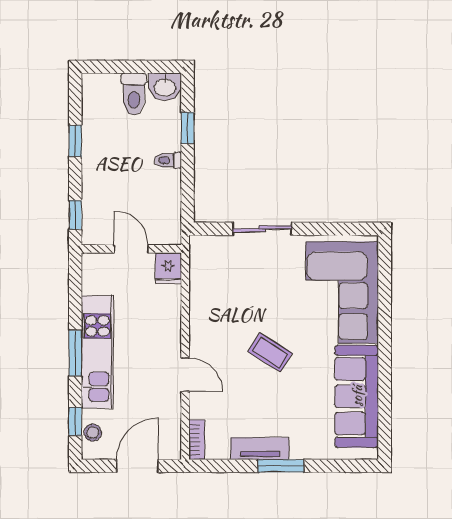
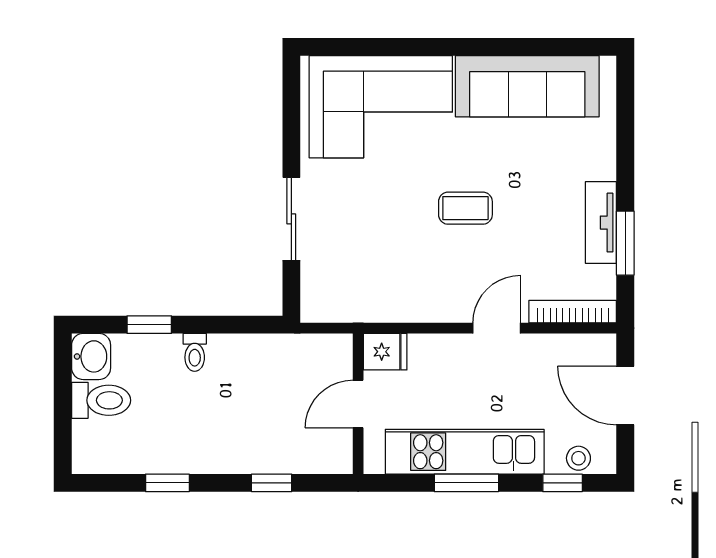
door: (131, 249) -> (358, 404), moved
wall: (131, 249) -> (358, 404), moved
fridge: (168, 268) -> (385, 352), moved
coffee table: (270, 352) -> (465, 208), turned 58
bookcase: (197, 440) -> (573, 312), width x1.56
window: (281, 466) -> (625, 243), moved

